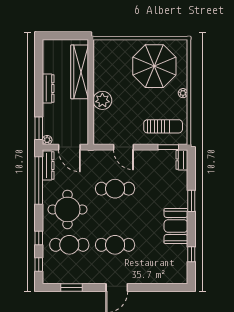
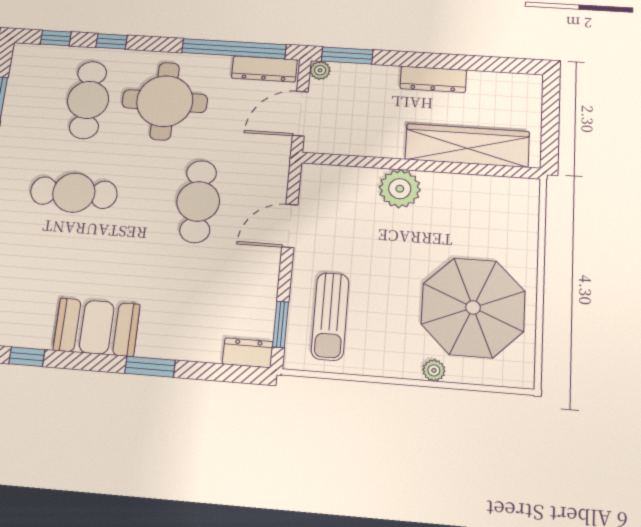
plant: (183, 93) -> (434, 370), moved
cafe table: (115, 245) -> (74, 193), turned 90

